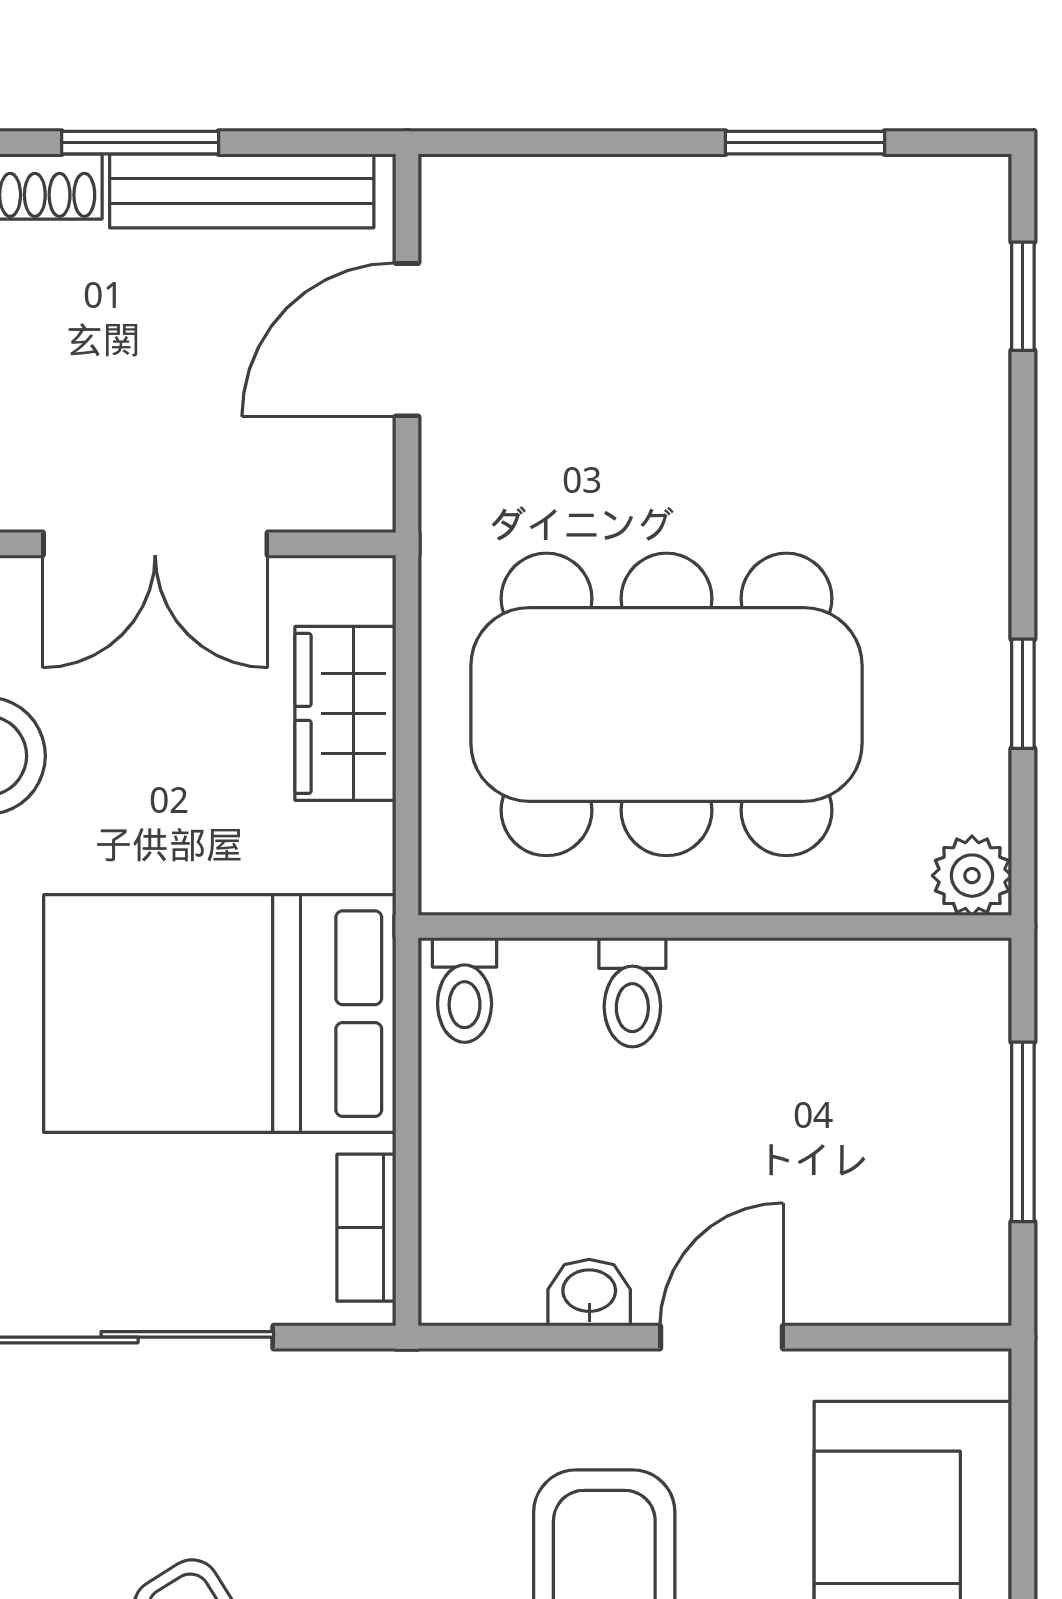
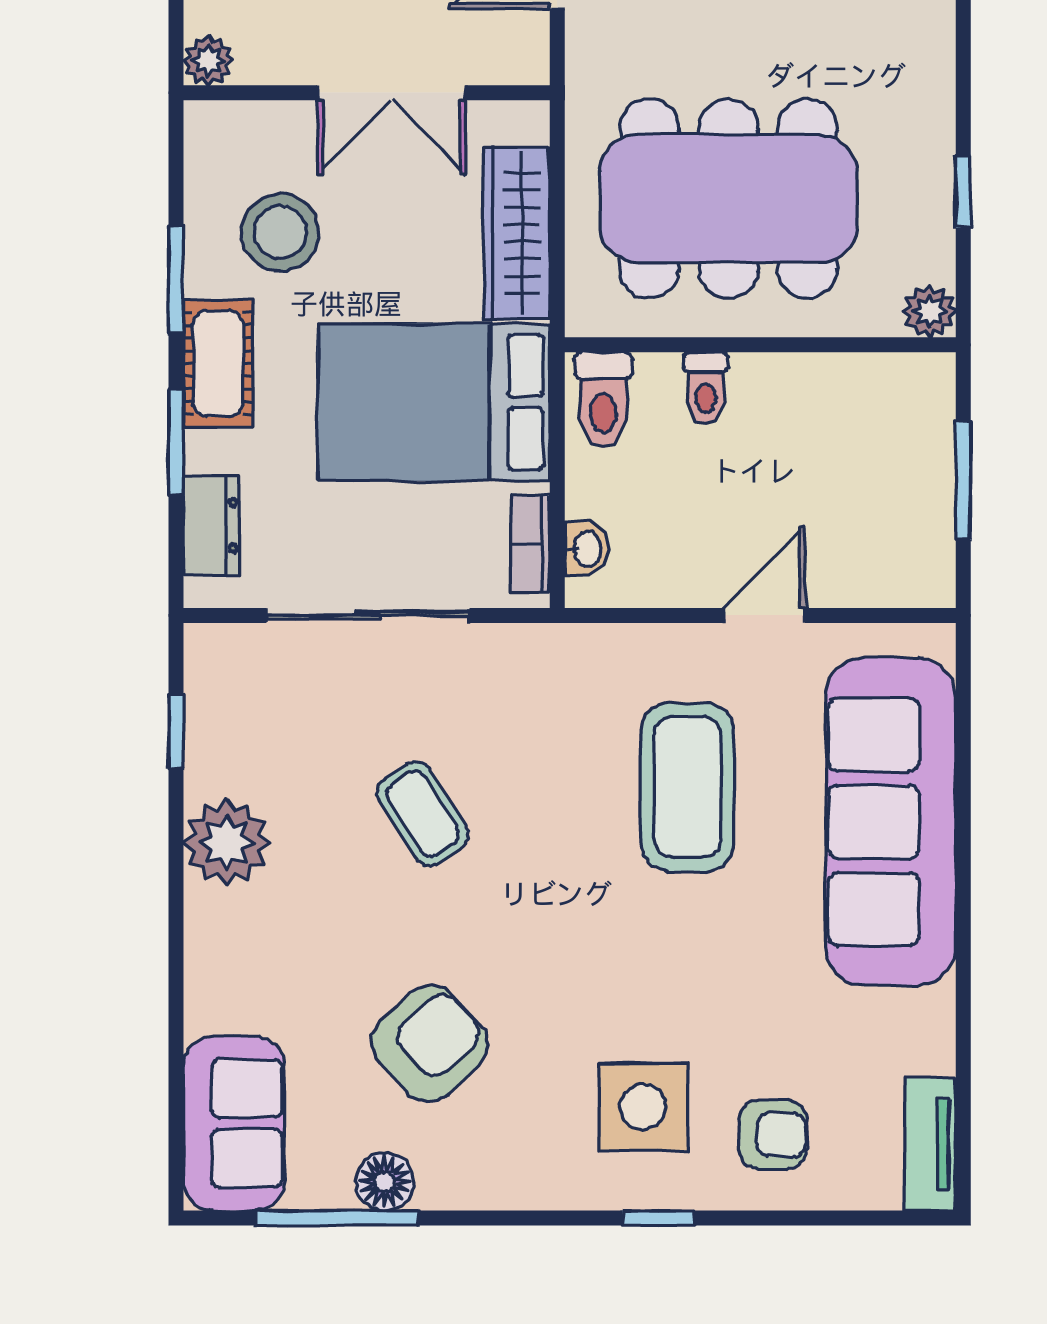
wardrobe: (345, 713) -> (517, 233), width x1.50
toilet: (465, 990) -> (603, 400), width x1.37, depth x1.39
washbasin: (589, 1293) -> (587, 549), moved, turned 90

